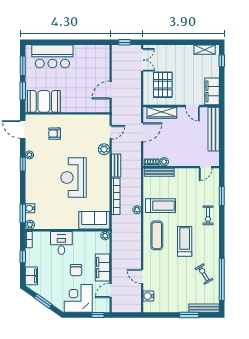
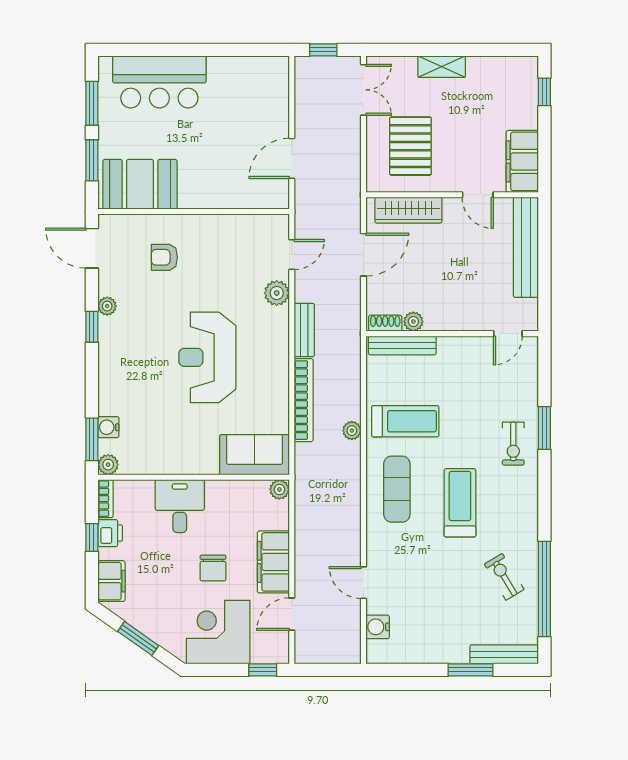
shelving: (205, 50) -> (442, 67), moved
window: (222, 196) -> (544, 428), moved
printer: (31, 255) -> (110, 533), added

